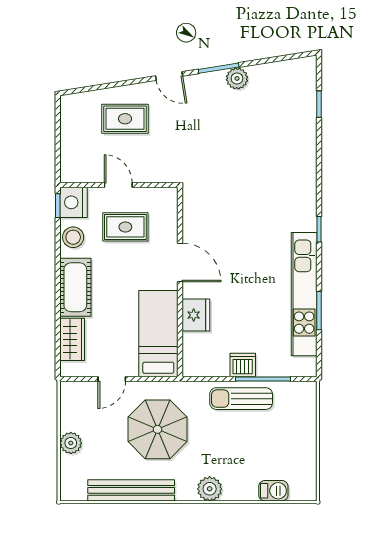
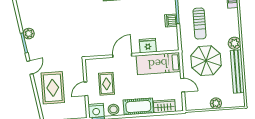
rug: (125, 119) -> (53, 88), width x1.36, depth x1.43
sun lounger: (241, 399) -> (199, 24), moved
plant: (210, 489) -> (234, 43), moved

